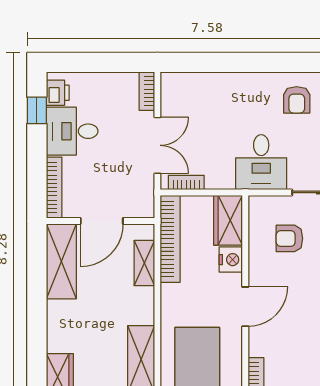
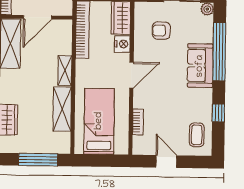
shelving: (144, 263) -> (65, 71), moved

